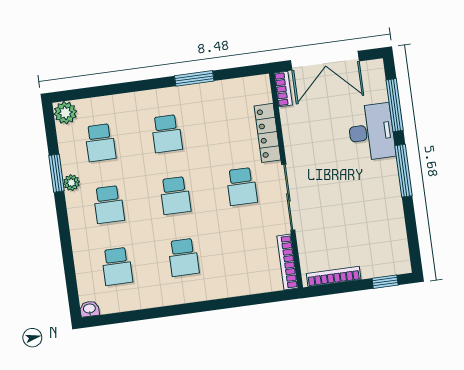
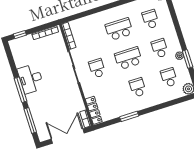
desk: (371, 132) -> (31, 79), moved
locker: (267, 133) -> (94, 110), moved
school desk: (175, 196) -> (128, 58), width x1.85
school desk: (184, 257) -> (119, 29), width x1.85

